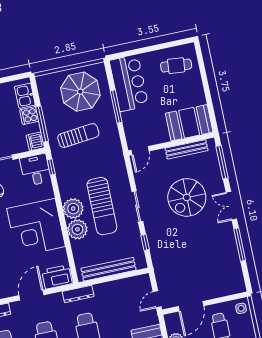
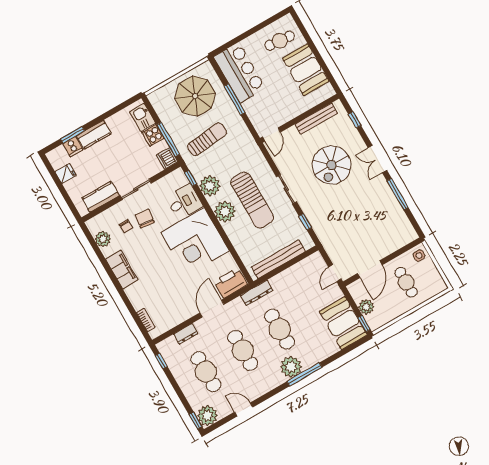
booth: (189, 123) -> (306, 70), moved, turned 90
window: (222, 162) -> (355, 120), width x0.46
desk: (35, 170) -> (184, 202), moved, turned 90
plant: (77, 229) -> (210, 186), moved

